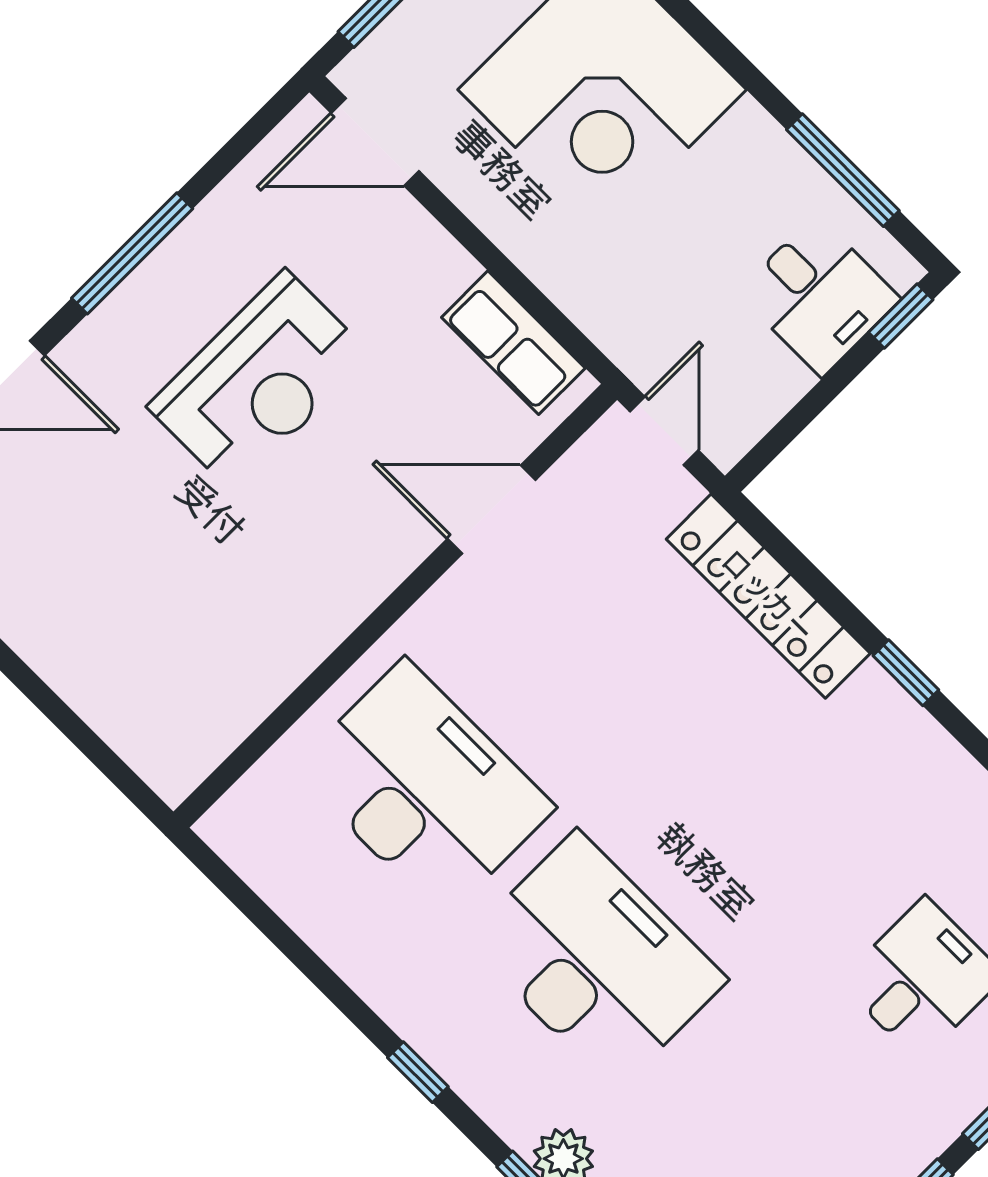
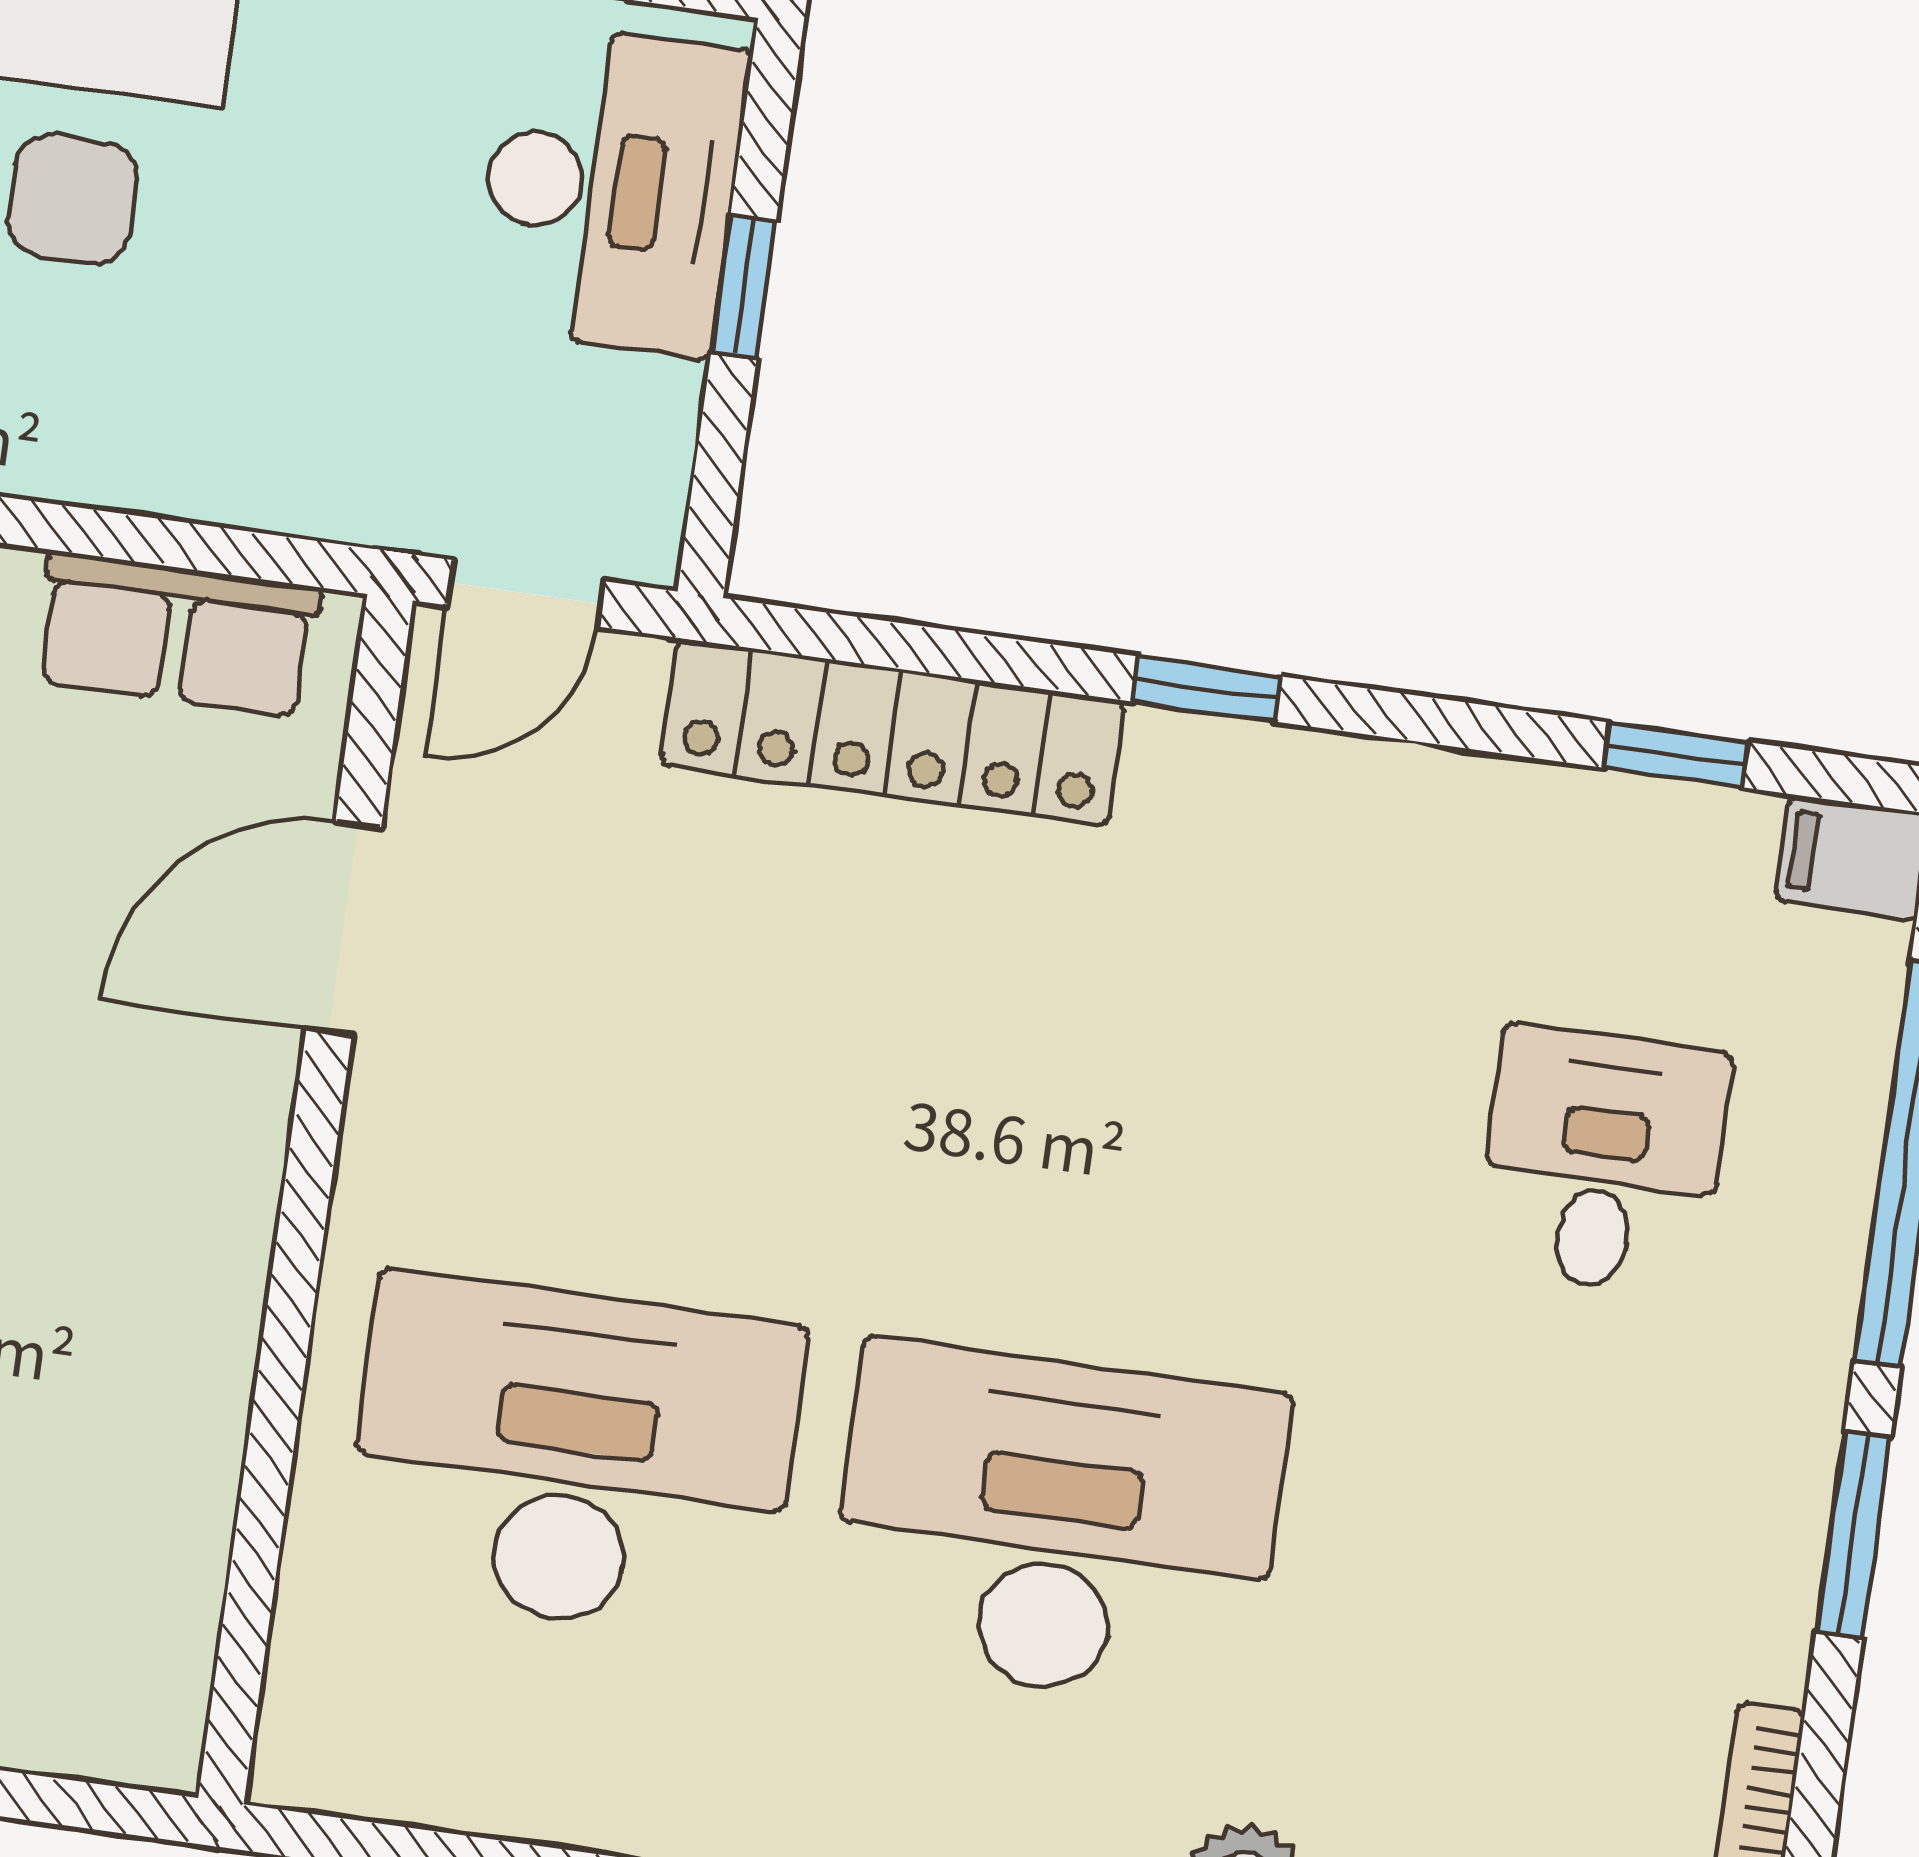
desk: (819, 296) -> (610, 189), width x1.37
window: (901, 316) -> (744, 287), moved
door: (664, 431) -> (526, 593), swing flipped

